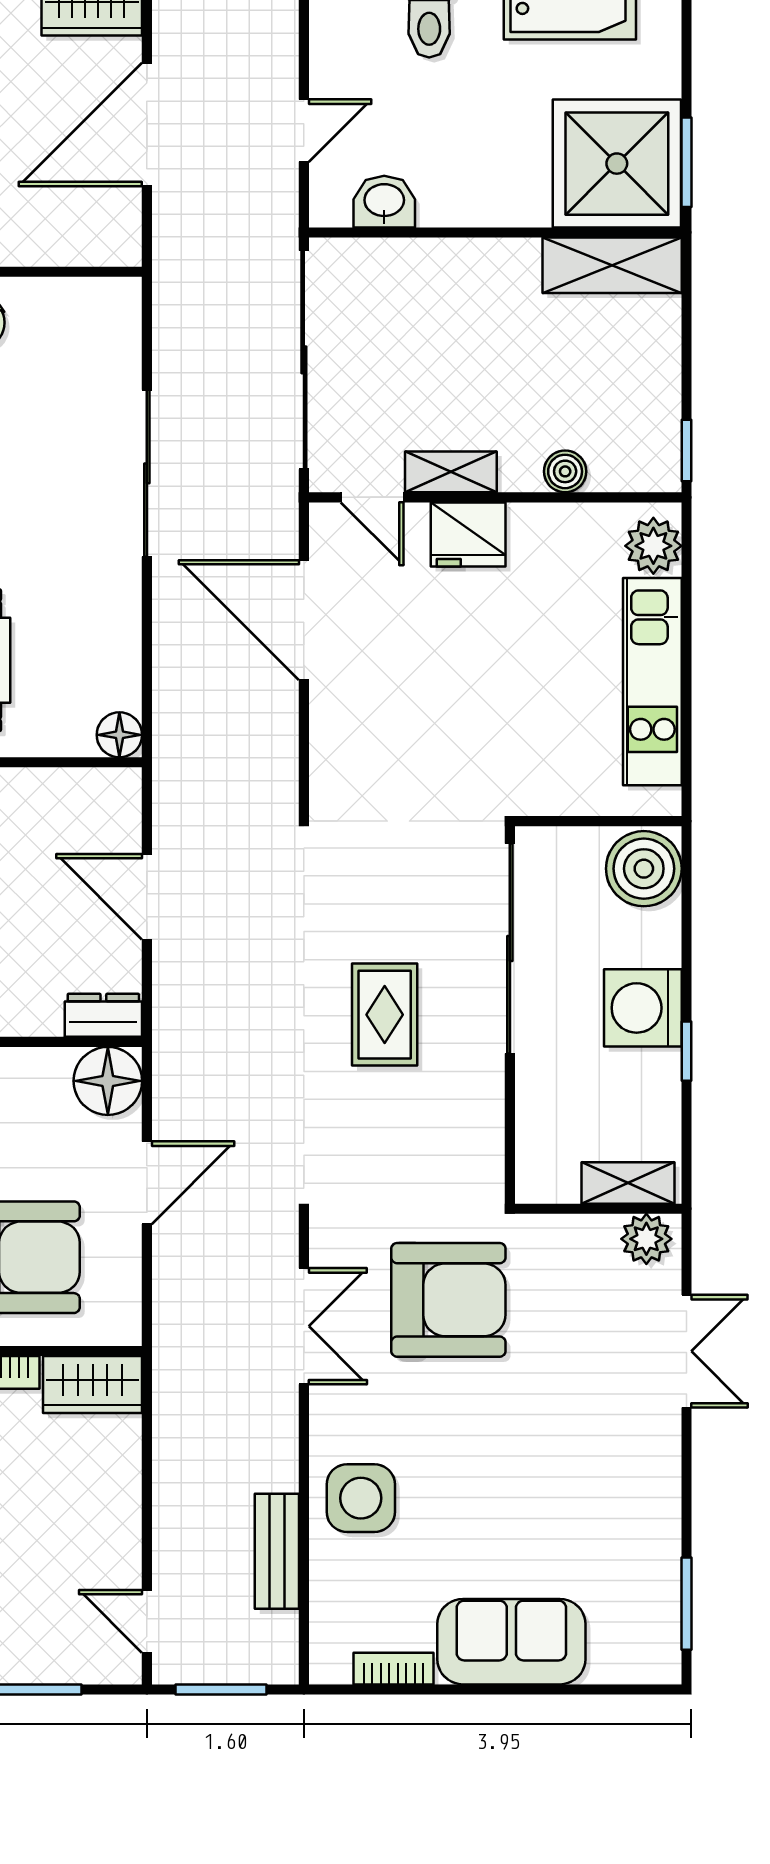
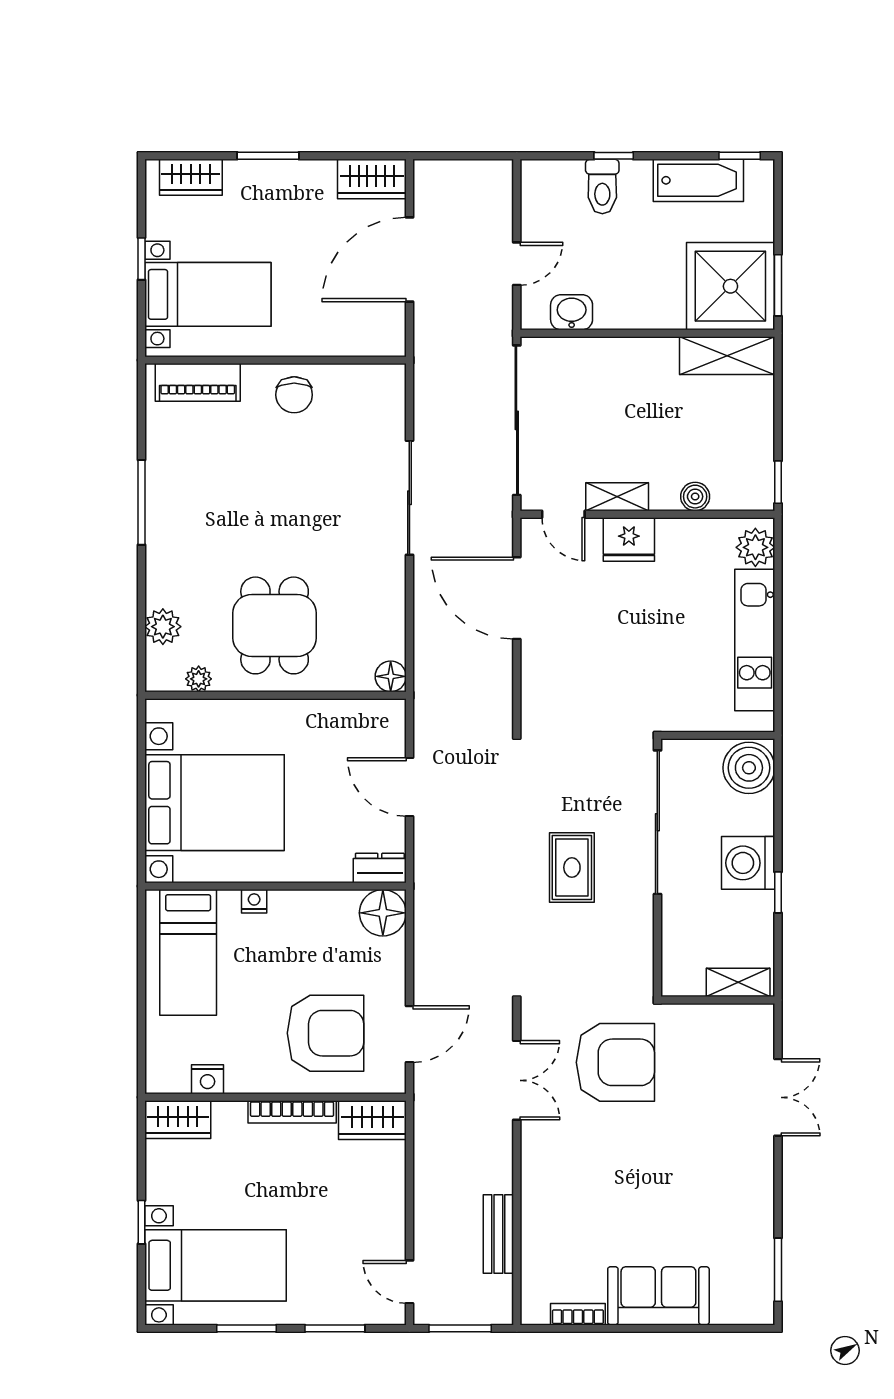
door: (147, 1183) -> (409, 1034), moved
plant: (646, 1239) -> (751, 1021), removed
side table: (361, 1498) -> (556, 1198), removed

